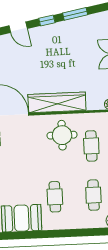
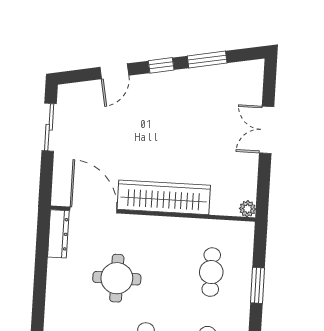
door: (18, 27) -> (114, 71), hinge flipped
round table: (62, 135) -> (117, 278), moved

